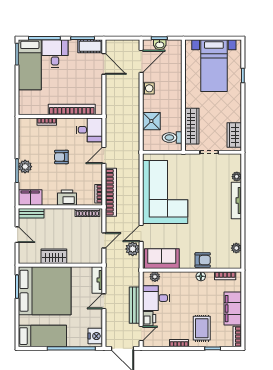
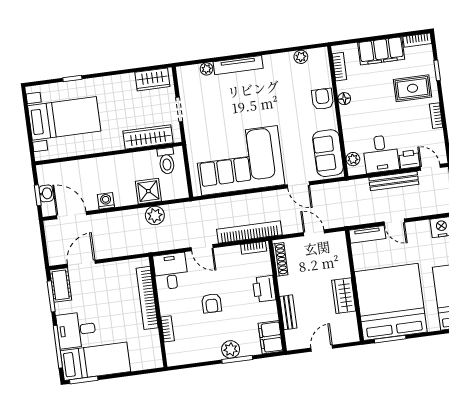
bench: (31, 213) -> (288, 312), moved
plant: (133, 249) -> (155, 215), moved

